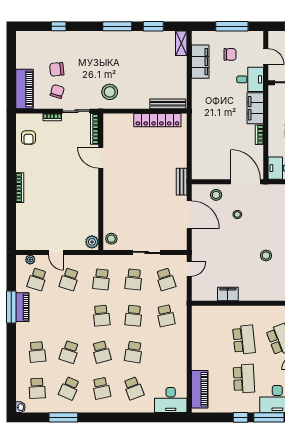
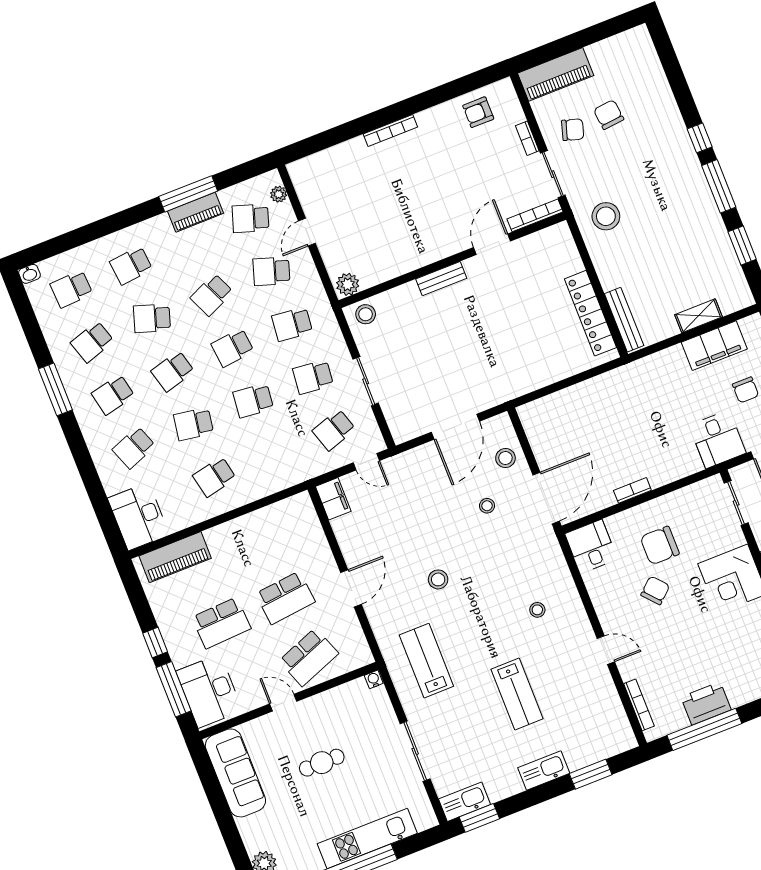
window: (59, 26) -> (700, 138), moved
shelving: (181, 43) -> (699, 316), moved
filing cabinet: (255, 108) -> (673, 466), removed
bench: (182, 182) -> (441, 279), moved
filing cabinet: (228, 294) -> (333, 499), moved
door: (253, 303) -> (351, 588), added
school desk: (69, 316) -> (212, 295), added
school desk: (166, 316) -> (214, 477), moved
school desk: (69, 388) -> (92, 342), turned -42
window: (63, 417) -> (55, 389), moved

